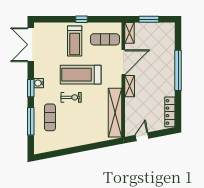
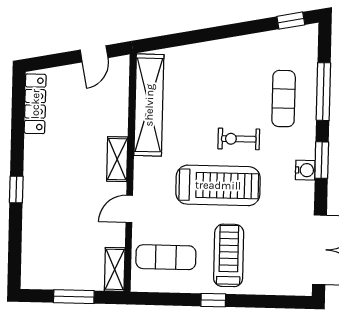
door: (123, 62) -> (129, 209), width x0.53
window: (178, 70) -> (16, 189), width x0.32
window: (47, 155) -> (291, 21), added

